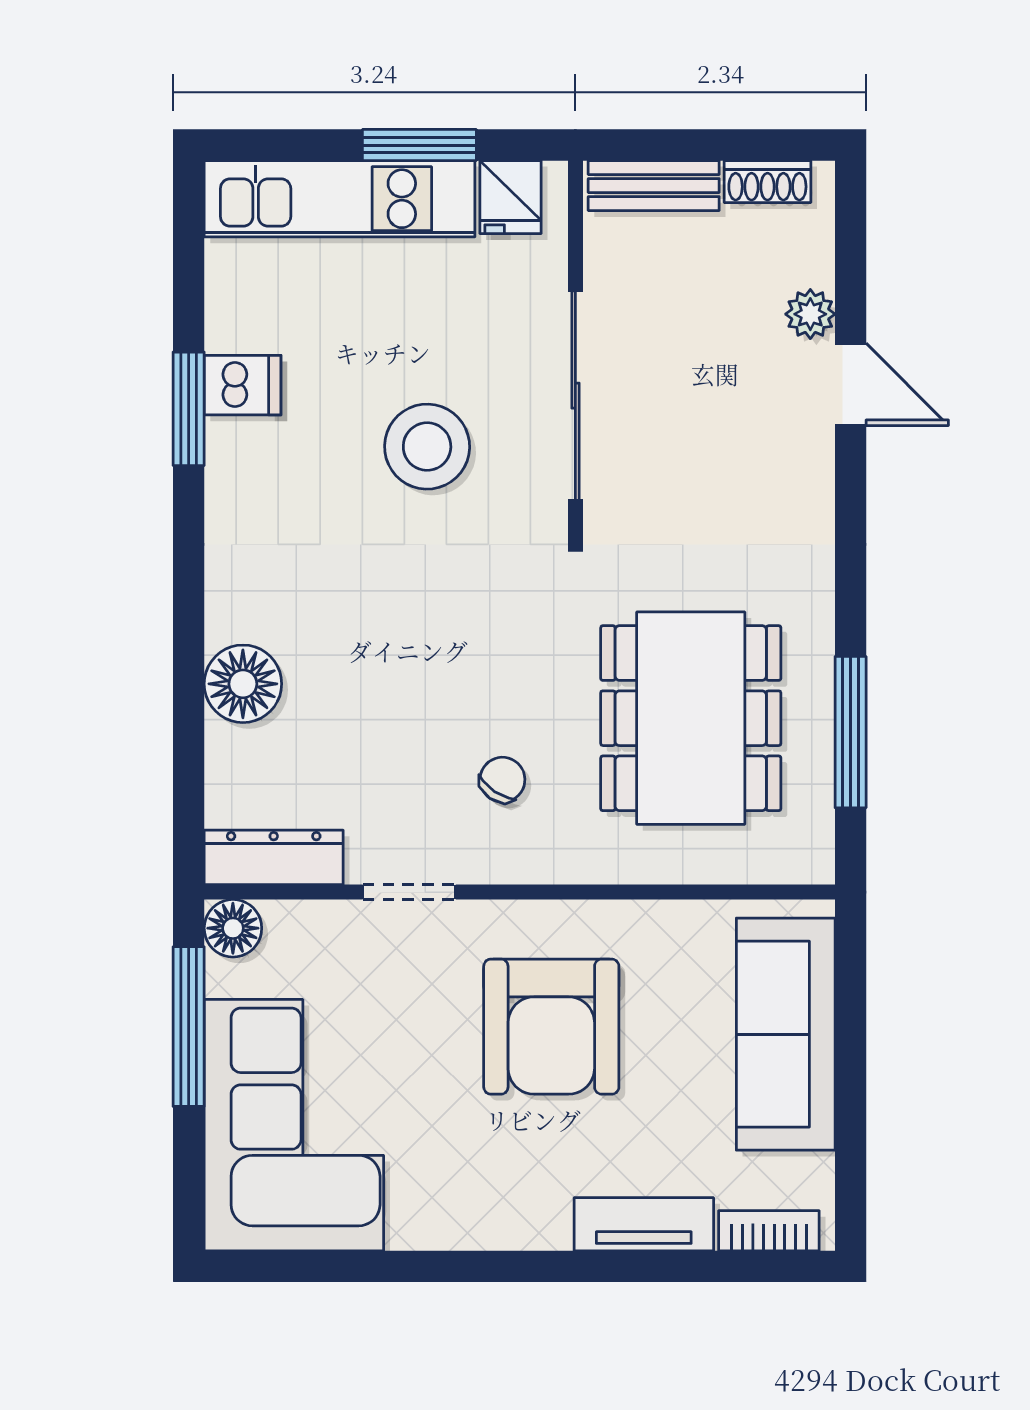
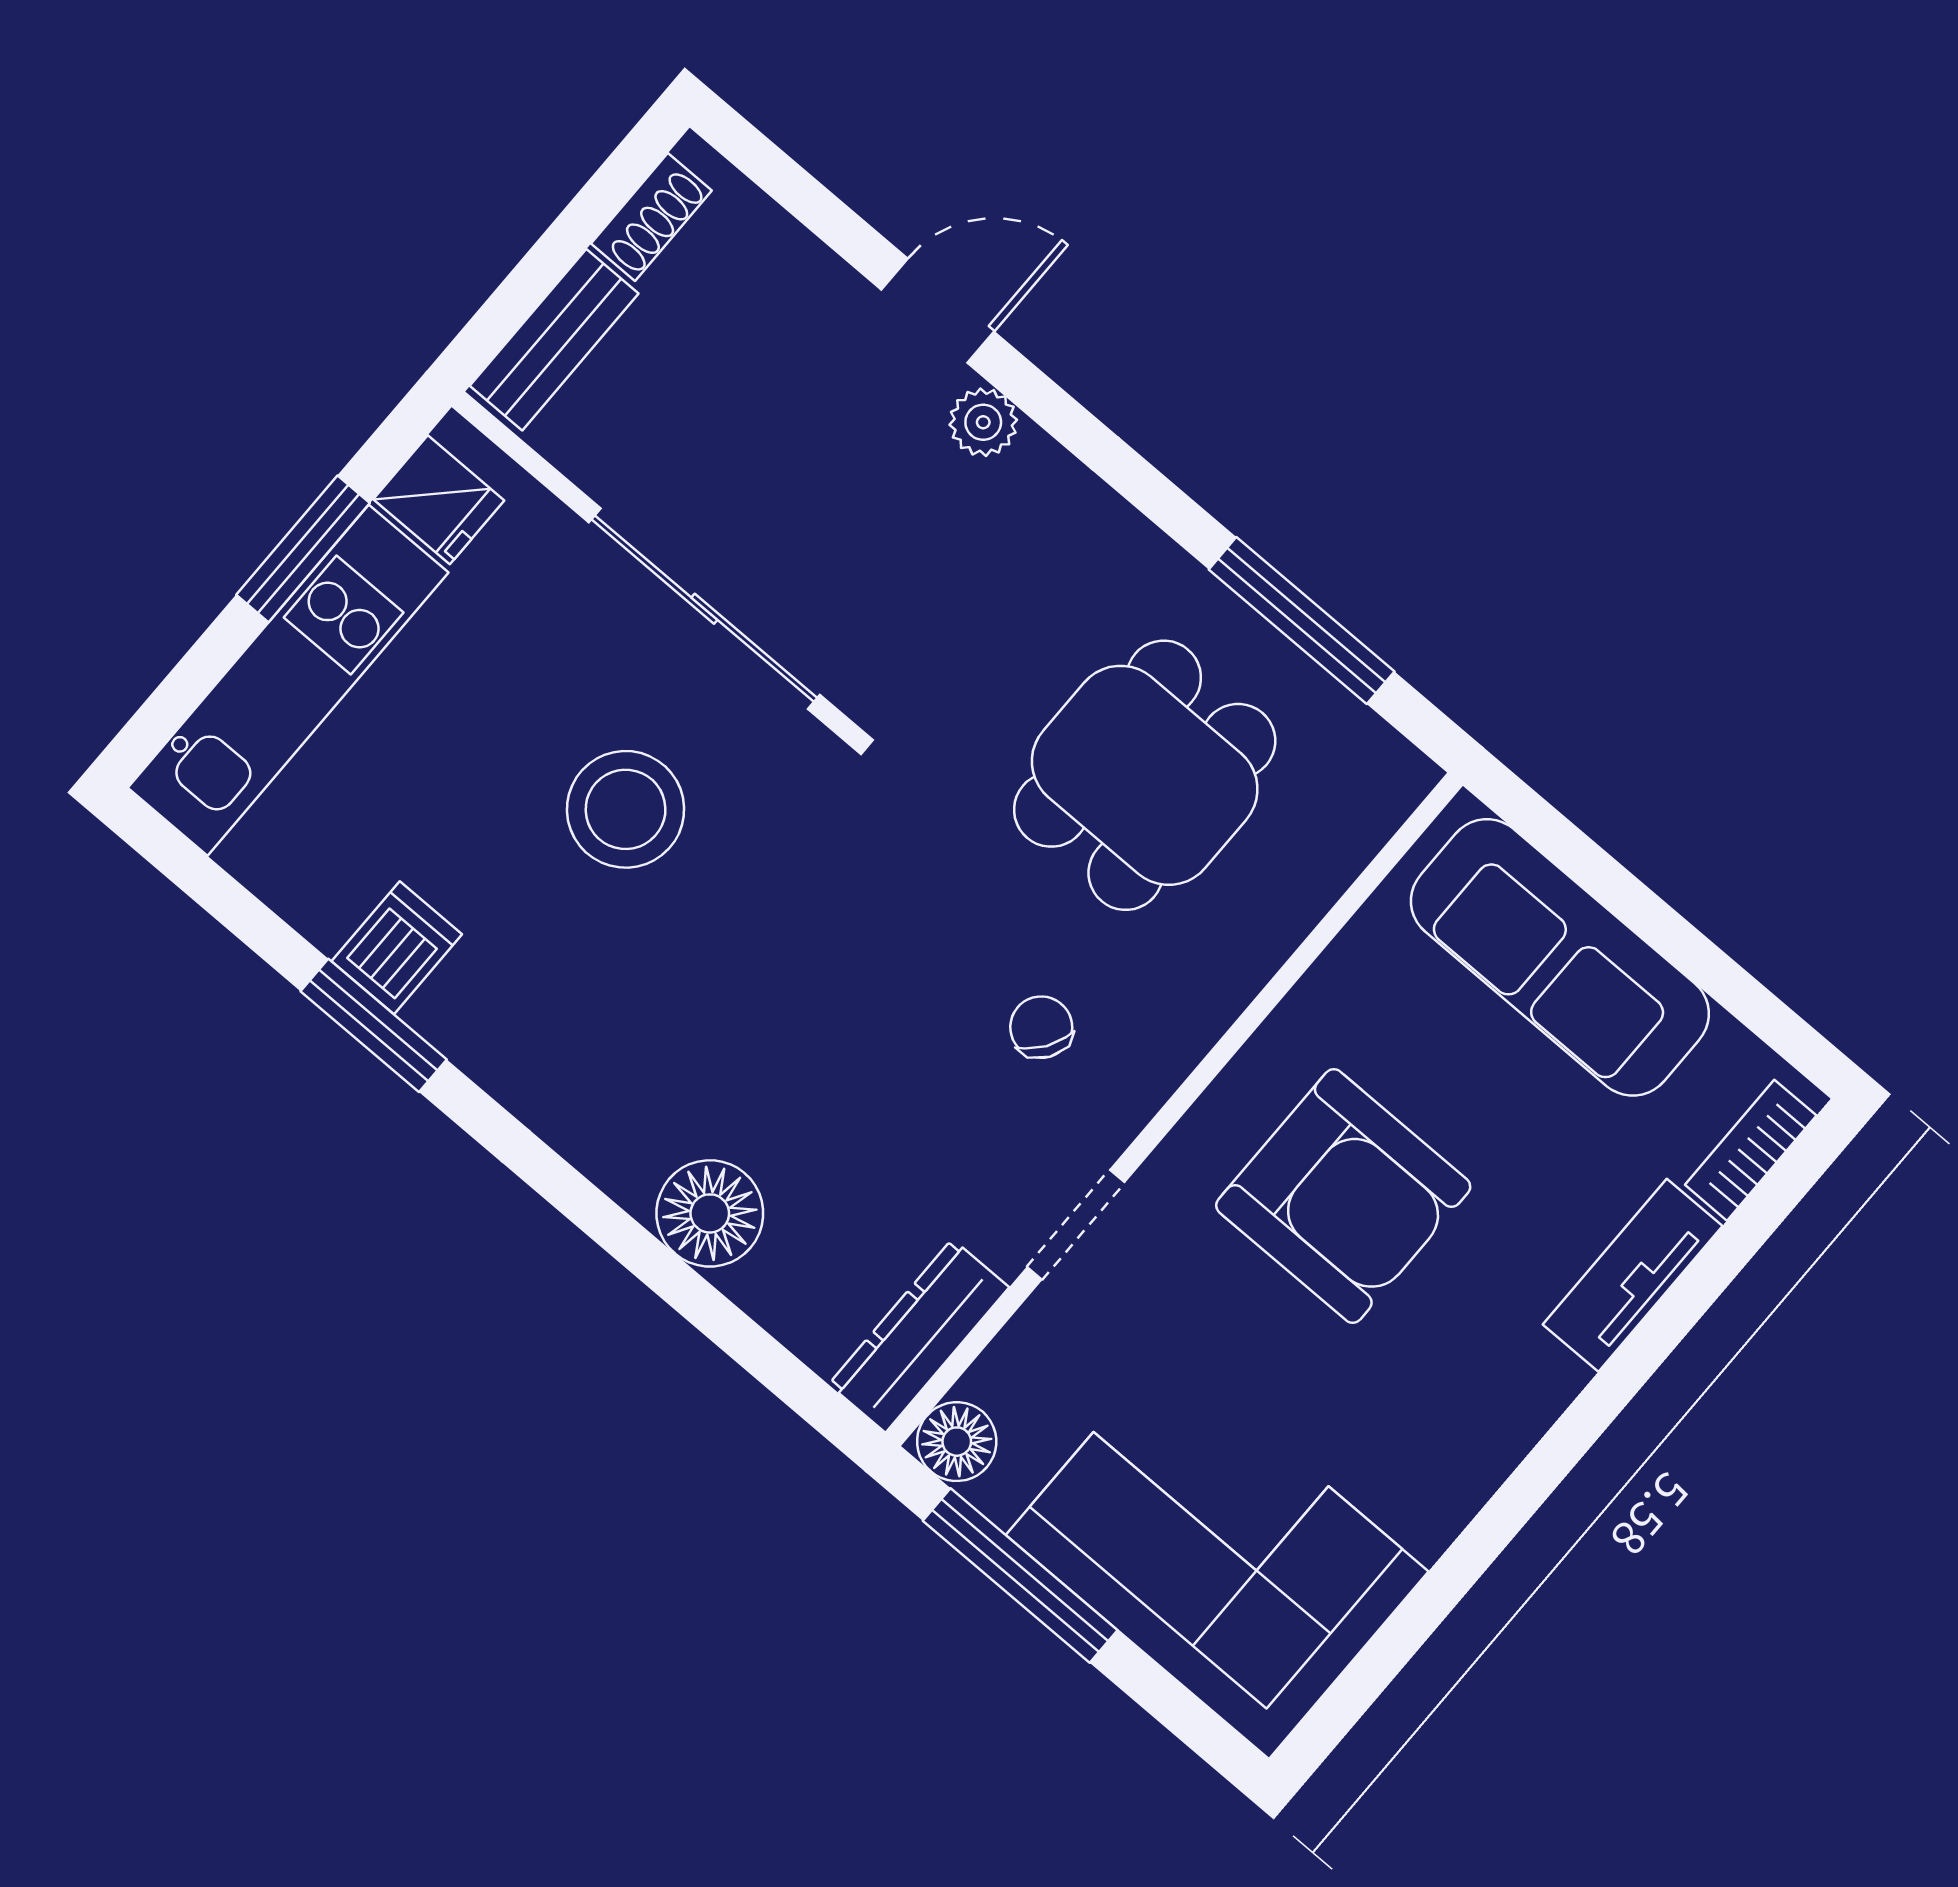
plant: (810, 314) -> (983, 422), moved
dining table: (691, 718) -> (1145, 775), width x0.73

